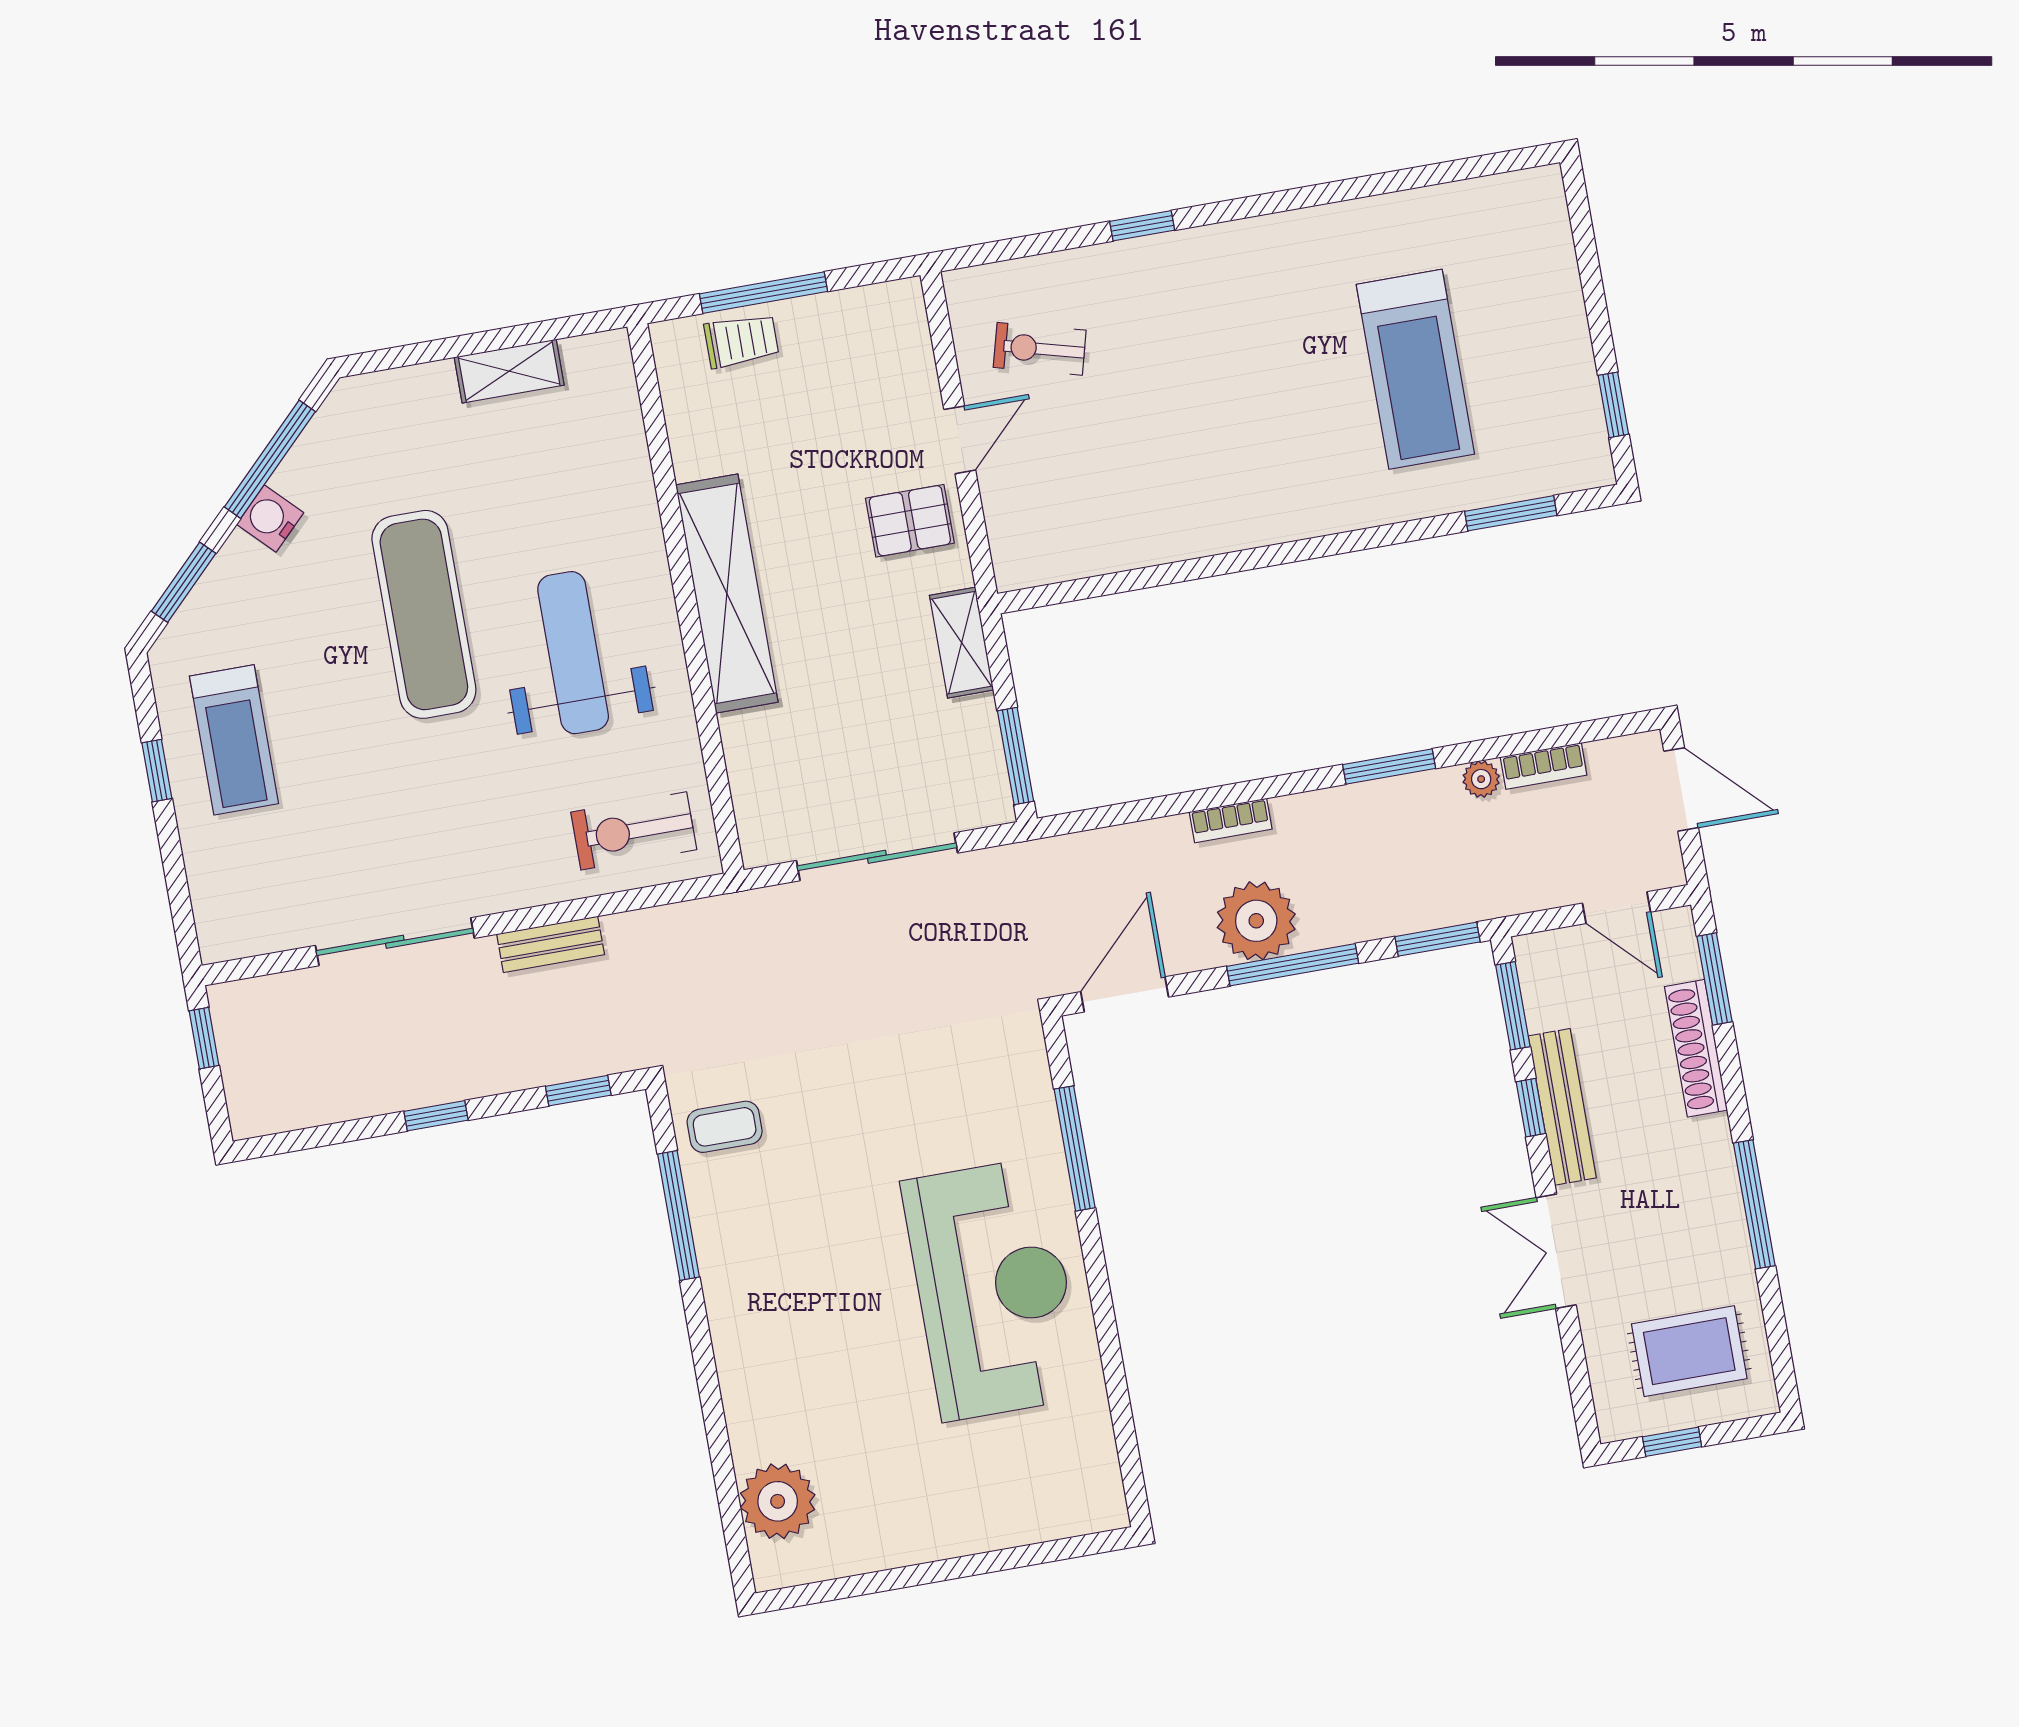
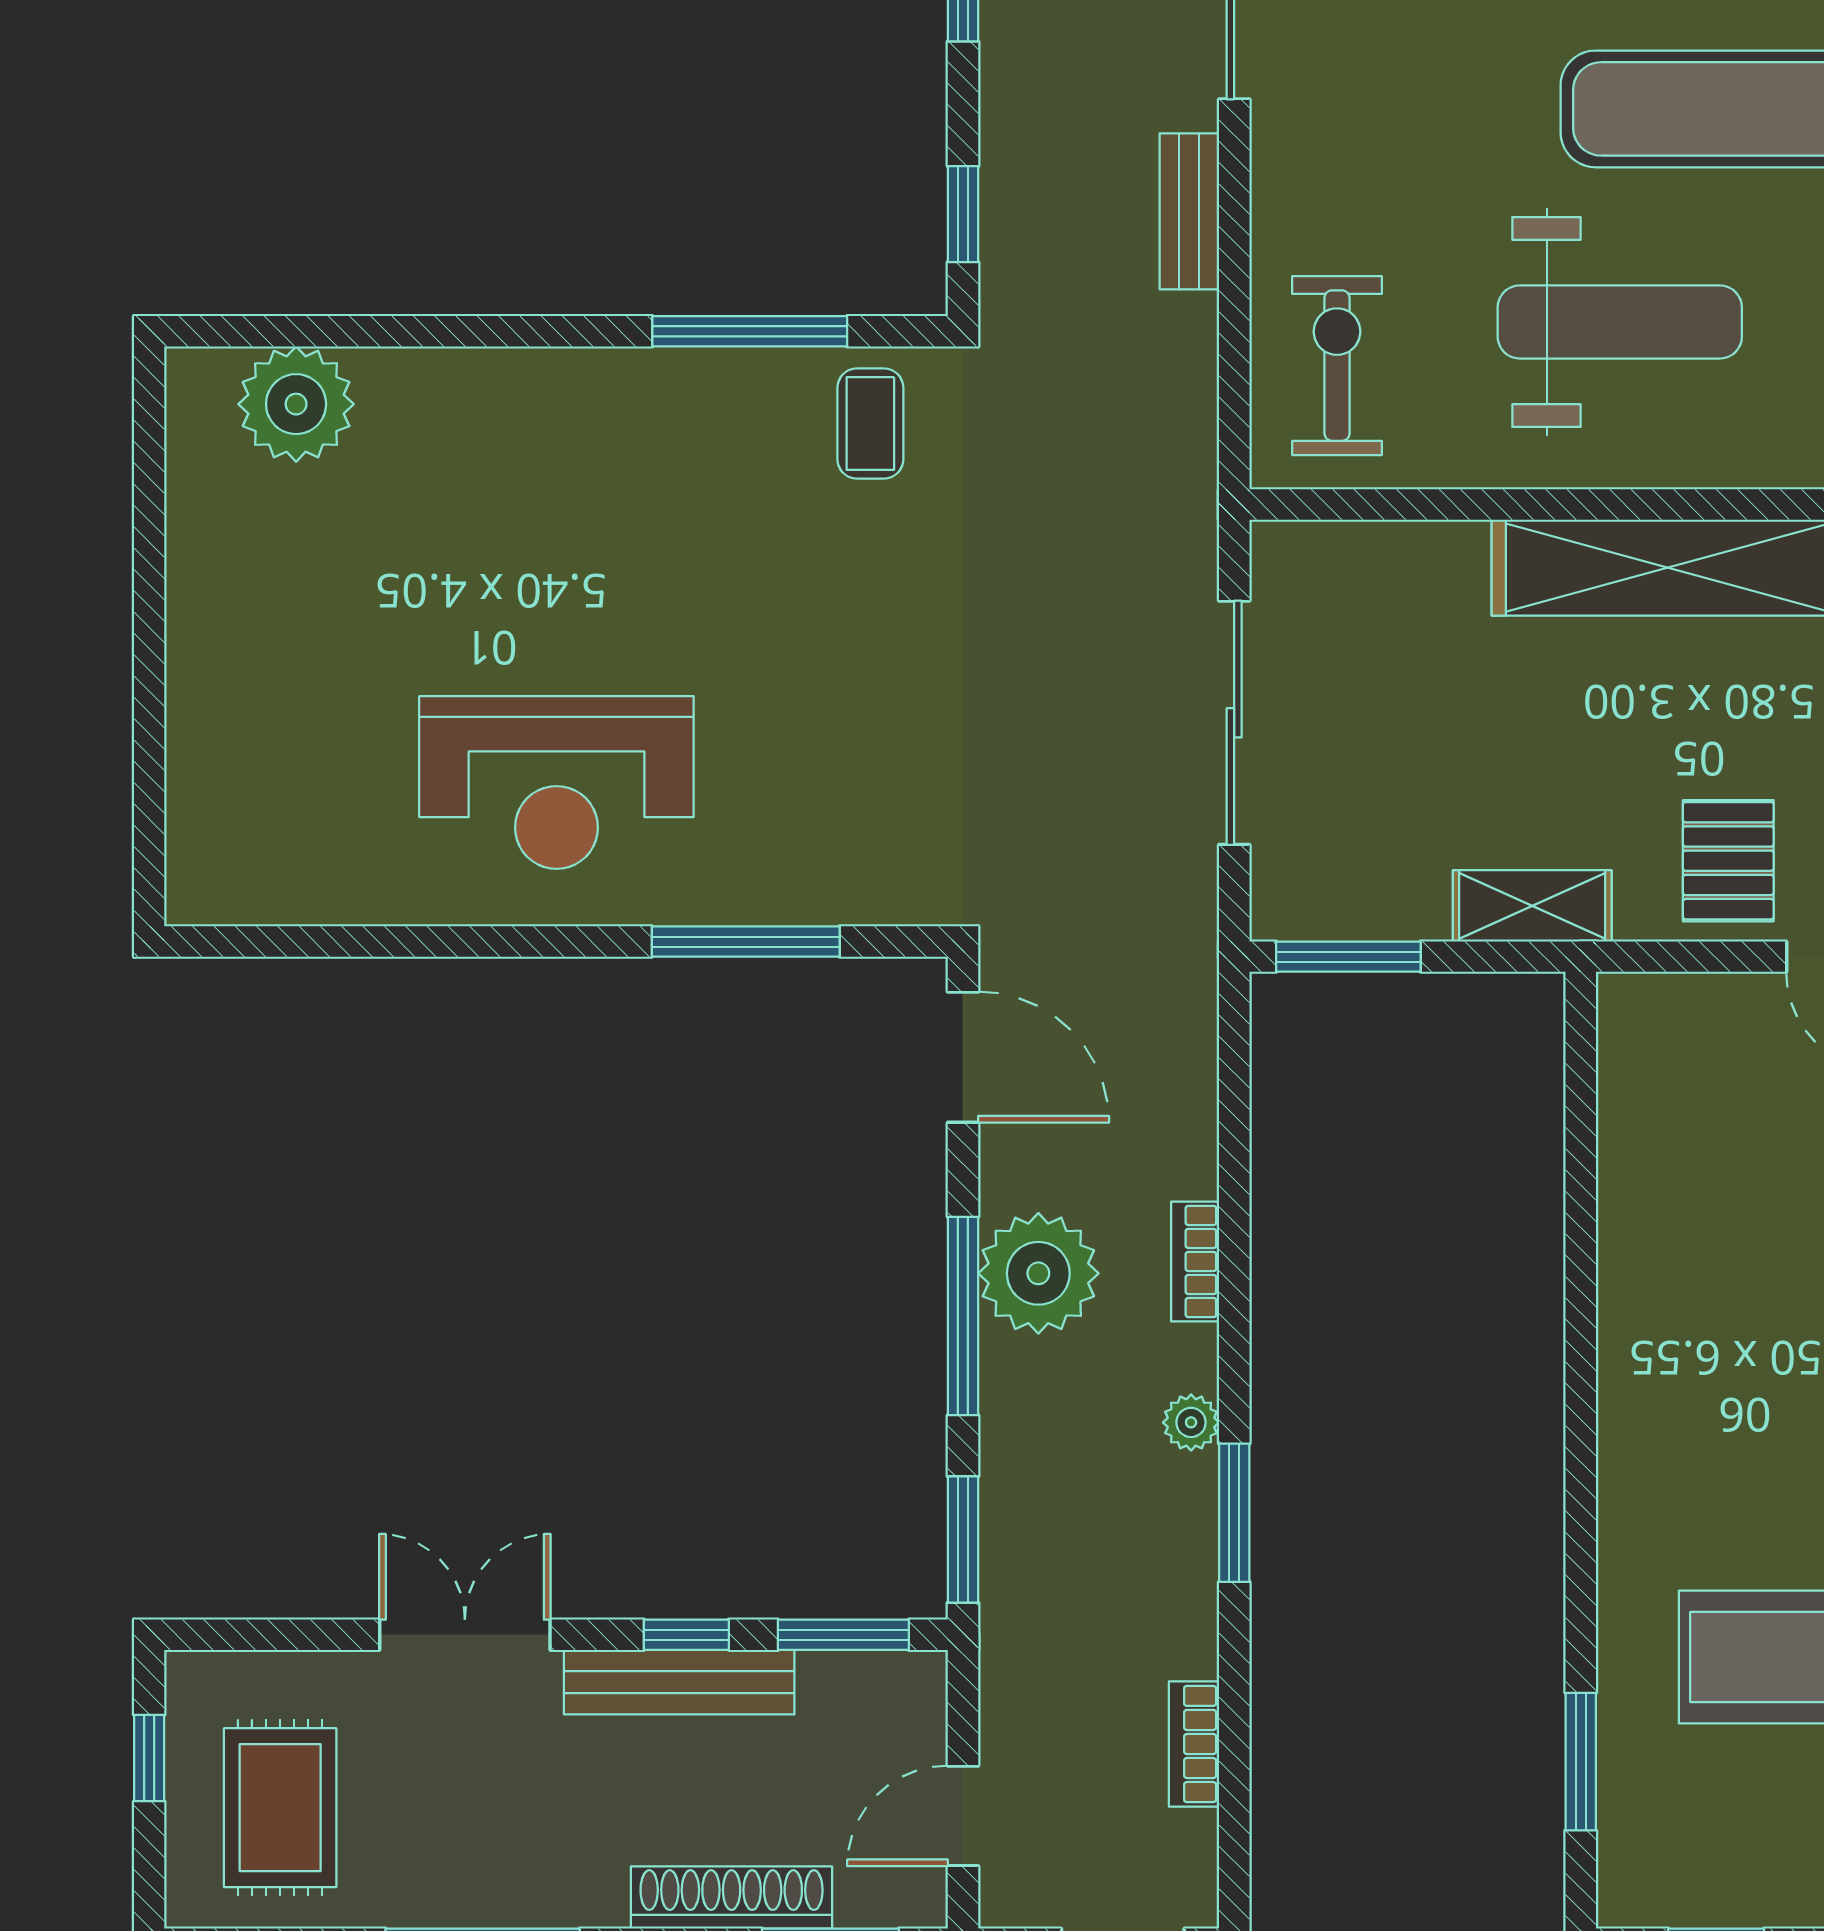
plant: (1481, 779) -> (1191, 1422), moved
reception desk: (993, 1289) -> (556, 783), width x0.74, depth x0.77

